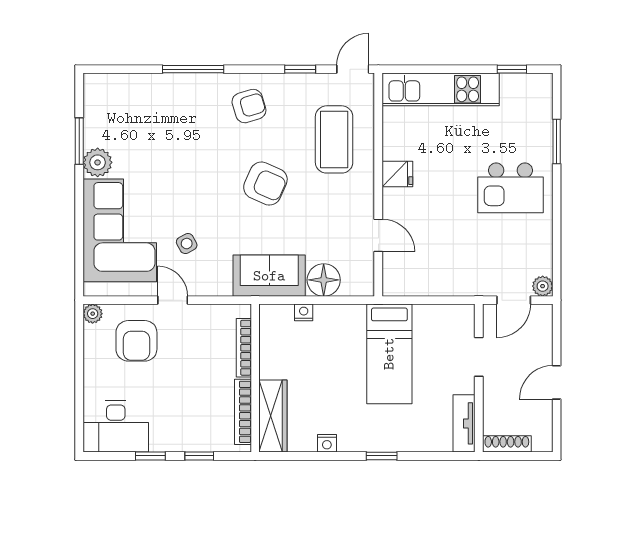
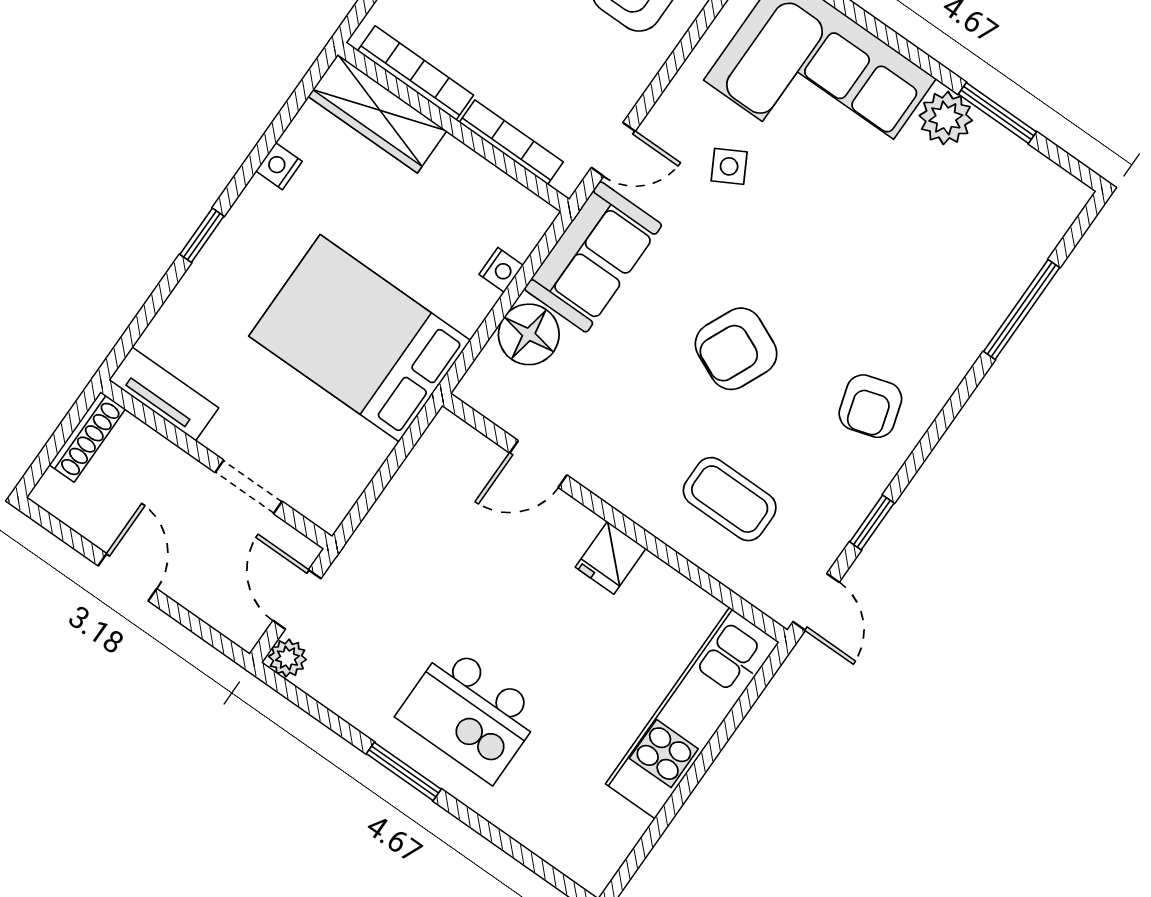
window: (193, 69) -> (1022, 309), moved
window: (512, 69) -> (647, 842), removed
coffee table: (334, 139) -> (730, 499), width x0.73, depth x0.76
window: (557, 142) -> (404, 771), moved
kitchen island: (510, 188) -> (470, 714), turned -90
door: (173, 300) -> (613, 149), moved
bed: (389, 354) -> (360, 338), width x1.50

